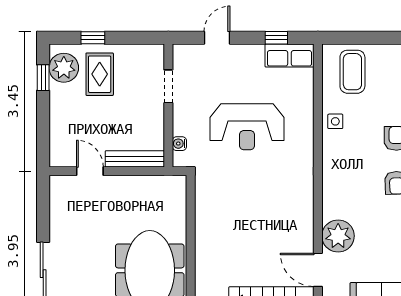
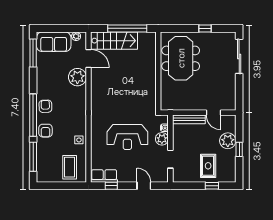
door: (217, 38) -> (144, 186), swing flipped
plant: (64, 68) -> (228, 141), moved
window: (43, 78) -> (239, 149), moved
plant: (184, 123) -> (162, 139), added
reception desk: (247, 127) -> (127, 137), turned 180

